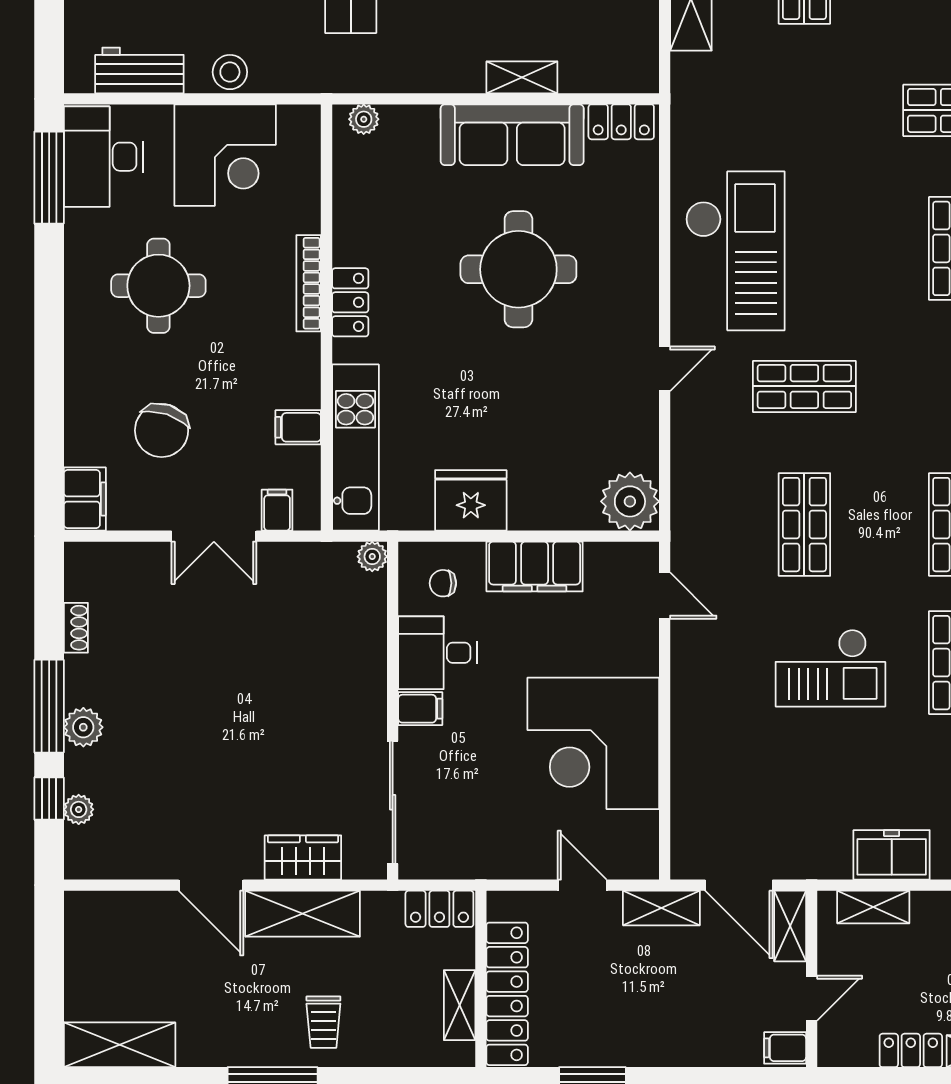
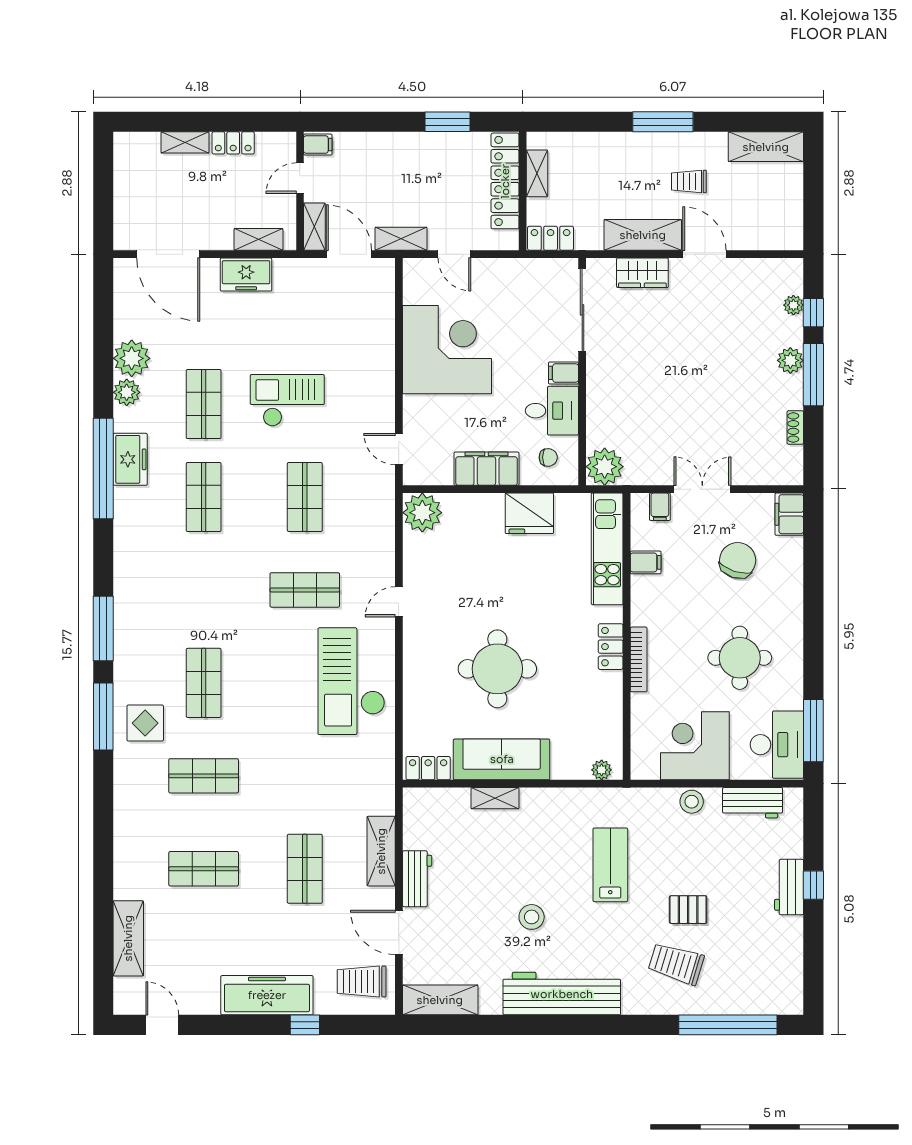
plant: (372, 557) -> (605, 467), width x1.87, depth x1.87
trolley: (323, 1022) -> (689, 181), moved, turned -90

